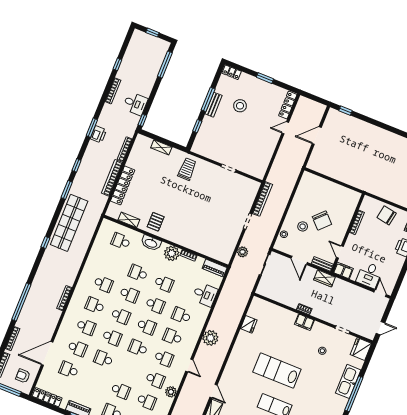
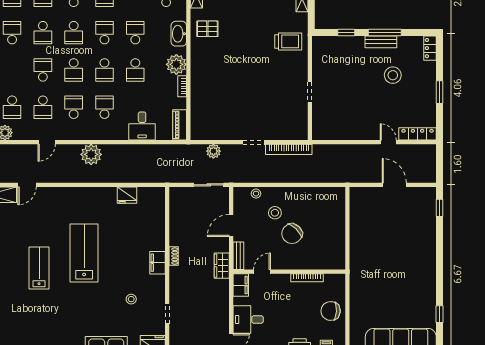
chair: (387, 215) -> (331, 311), turned -97
school desk: (129, 294) -> (104, 33), turned 180

